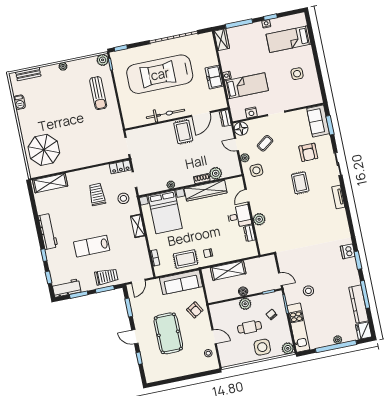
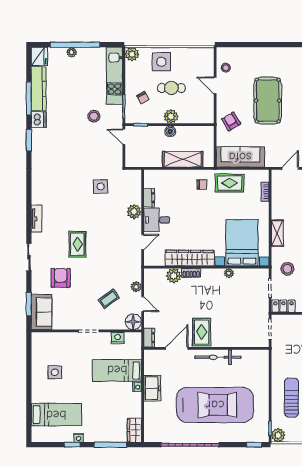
side table: (256, 170) -> (101, 186), moved
dishwasher: (348, 251) -> (39, 120), moved

